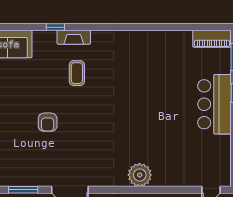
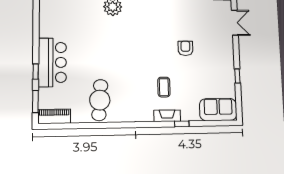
cafe table: (157, 58) -> (100, 100), added

